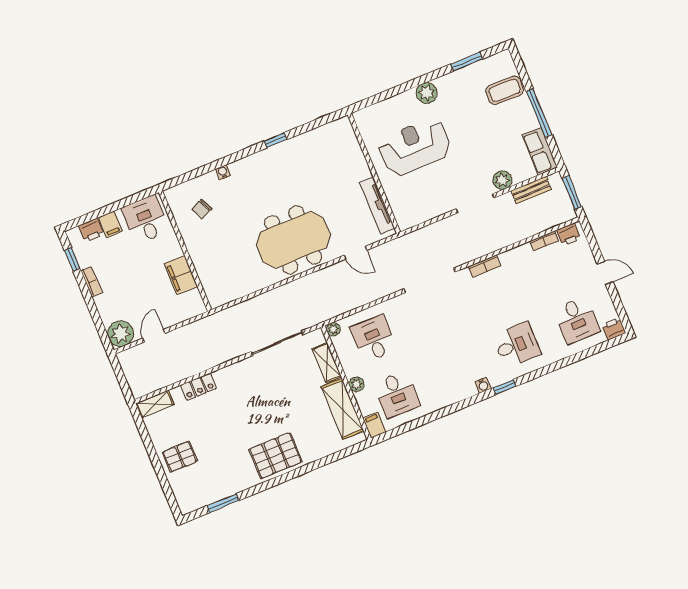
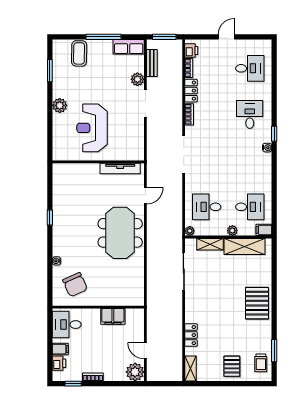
chair: (202, 209) -> (75, 285), width x1.87, depth x1.87
locker: (516, 256) -> (191, 91), added
printer: (614, 329) -> (265, 46), removed
trolley: (200, 492) -> (261, 363), added

